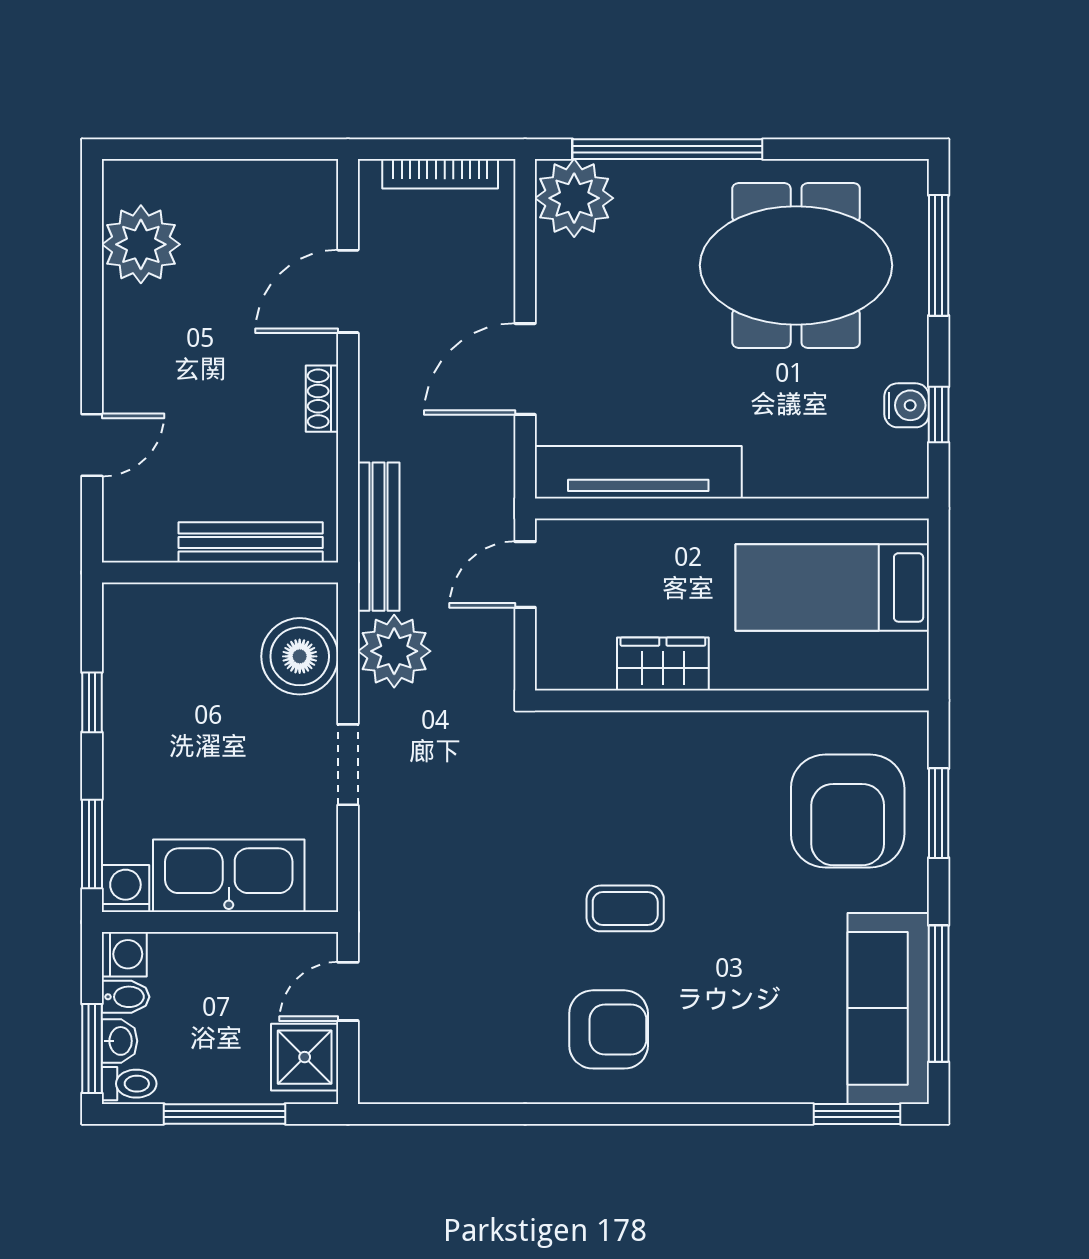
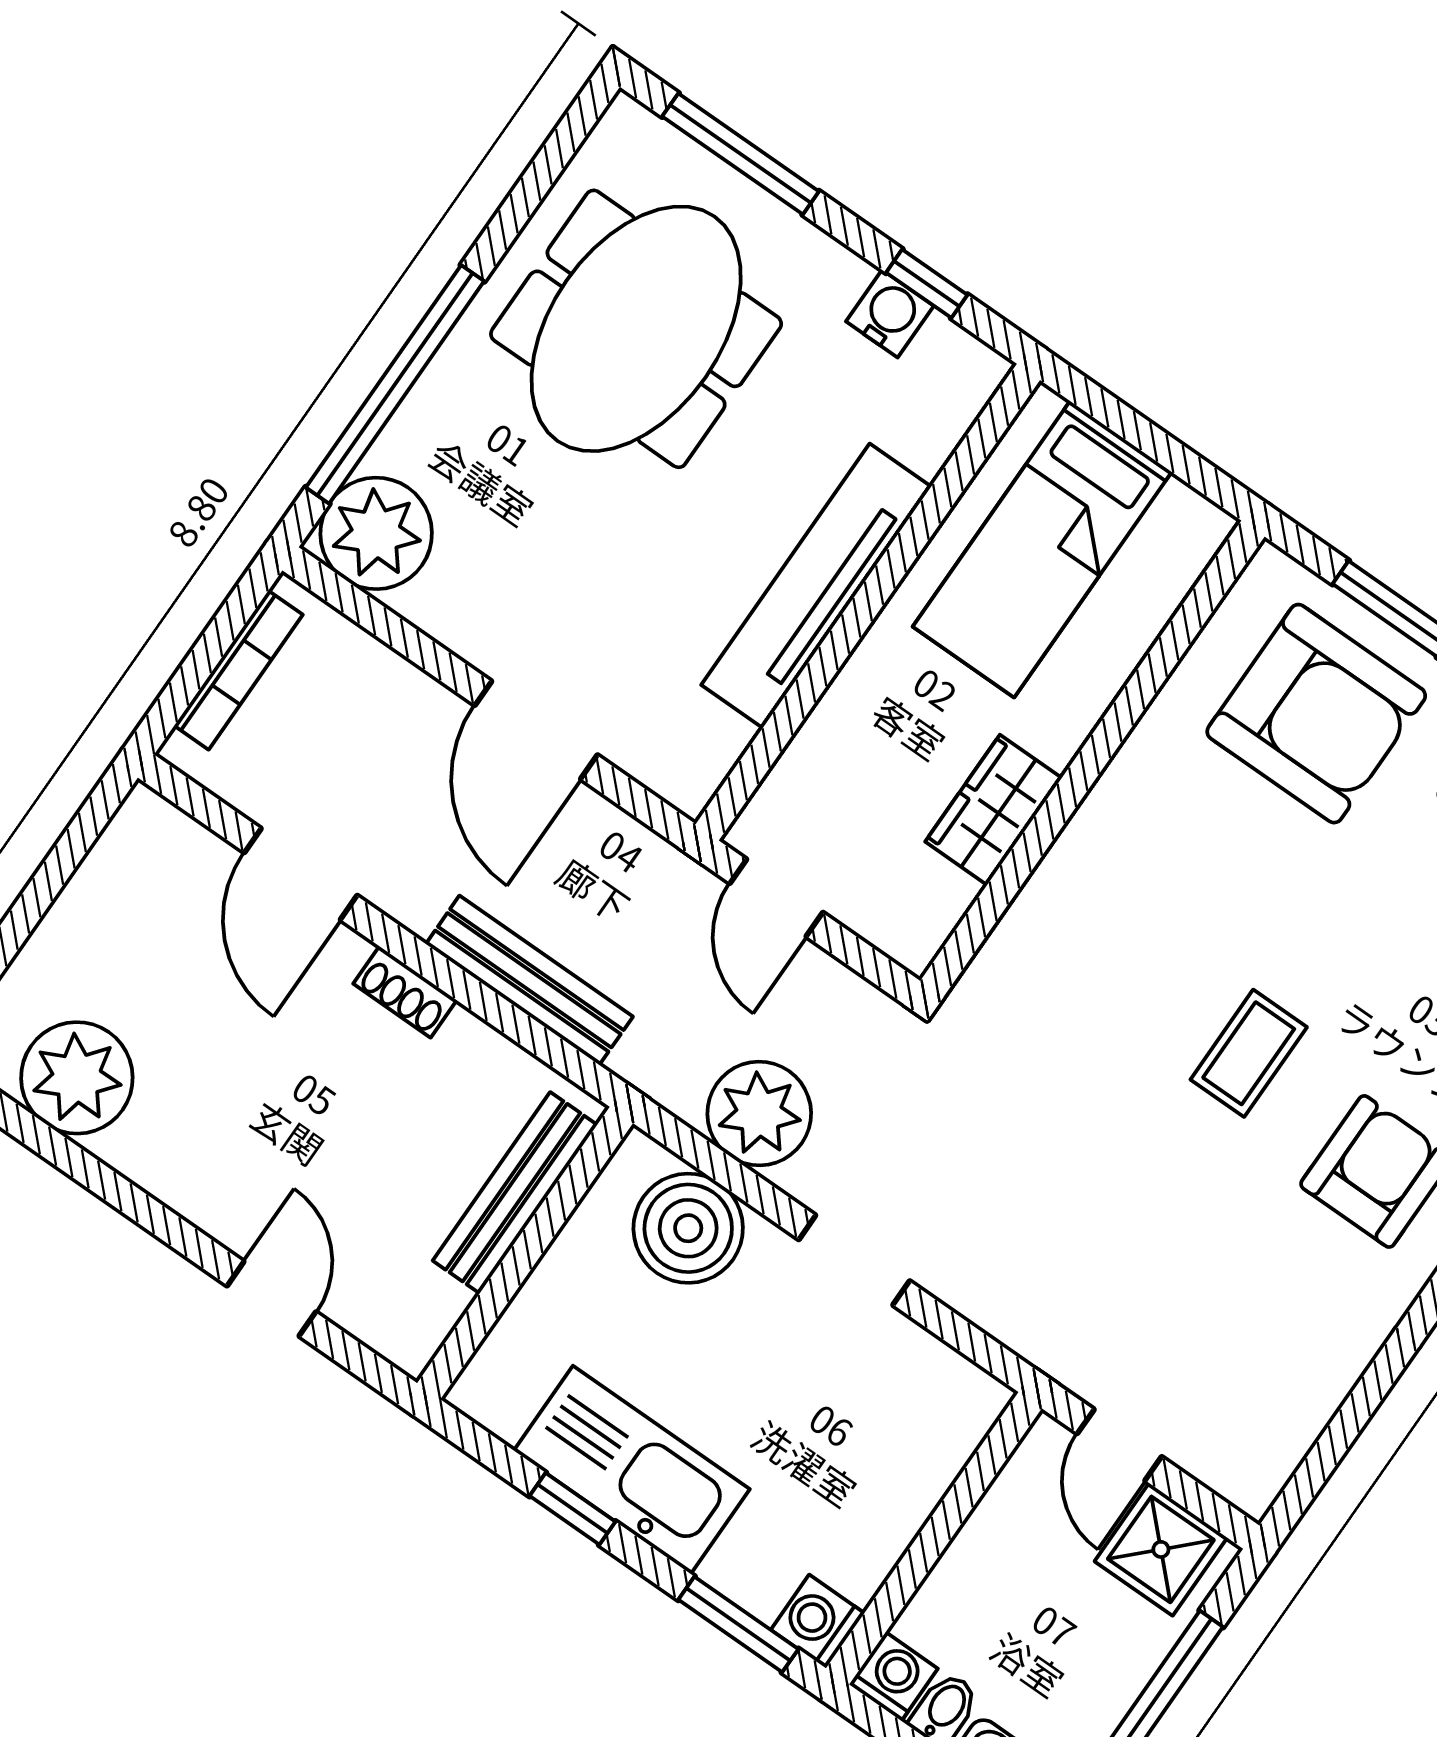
tv unit: (638, 472) -> (816, 586), moved
bench: (379, 537) -> (529, 980), moved
kitchen sink: (229, 876) -> (632, 1470), moved, turned 90

